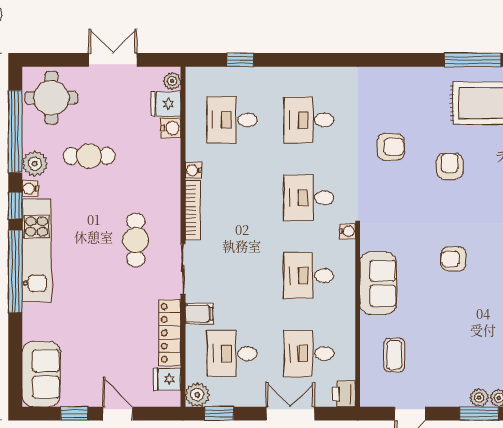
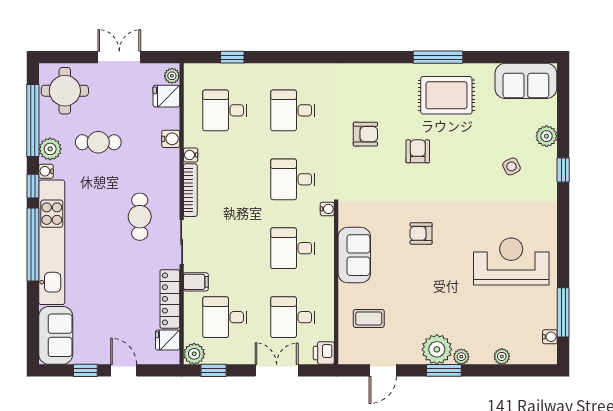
water cooler: (171, 128) -> (171, 139), moved
kitchen unit: (37, 250) -> (52, 242), width x1.36
coffee table: (394, 355) -> (369, 318), turned 90
plant: (479, 398) -> (437, 349), width x1.87, depth x1.87

